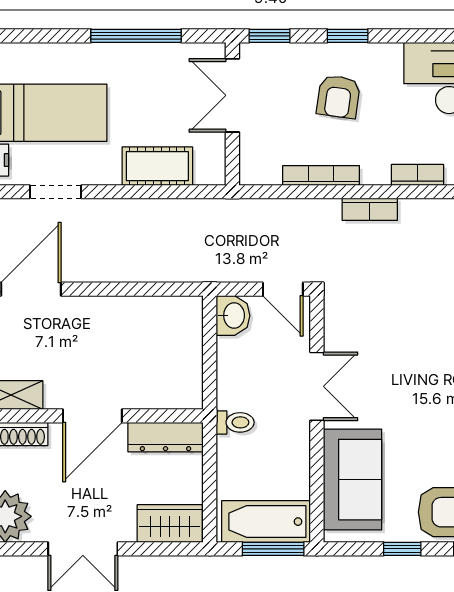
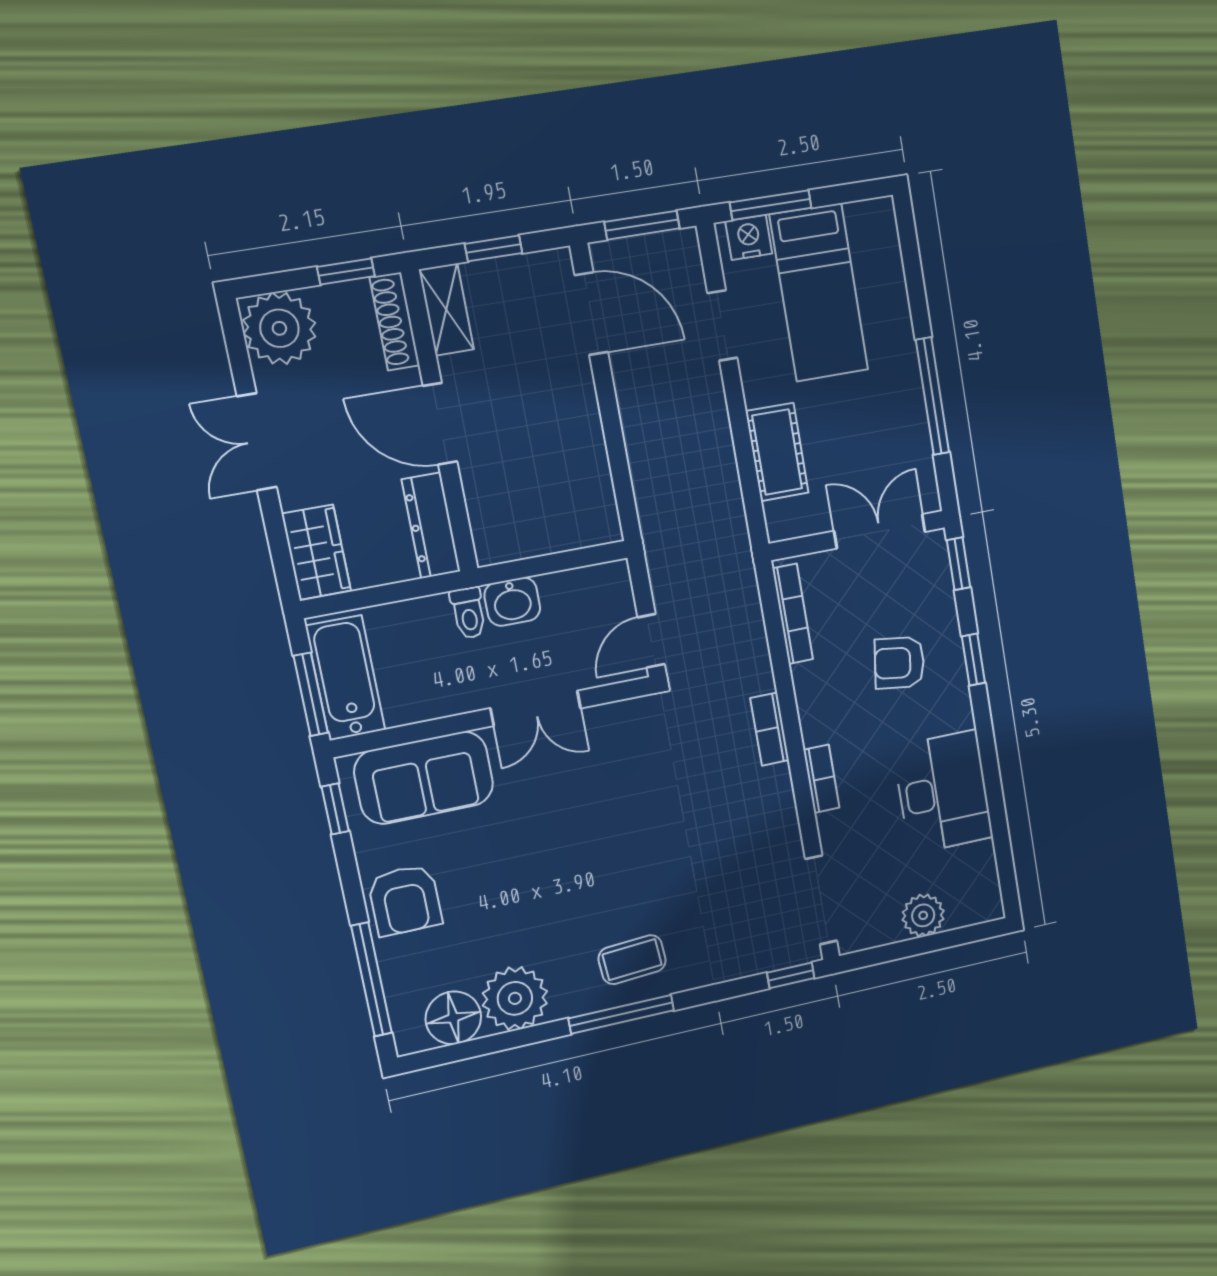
bookcase: (321, 175) -> (793, 614), moved
washbasin: (233, 316) -> (512, 602), moved
window: (402, 549) -> (335, 809), moved

